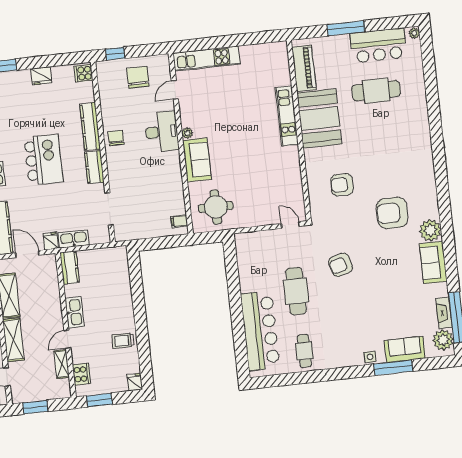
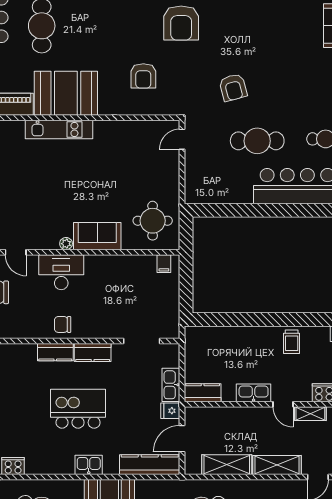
kitchen counter: (90, 127) -> (55, 352), width x0.67

